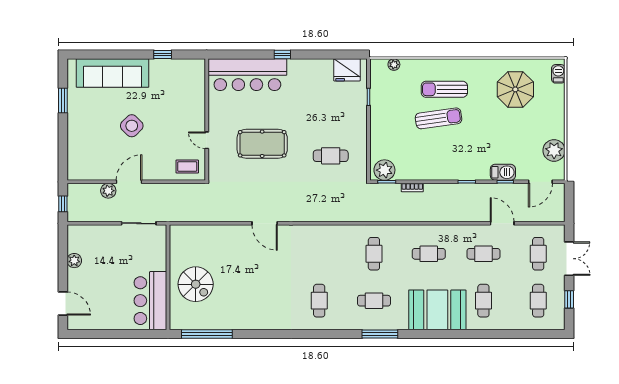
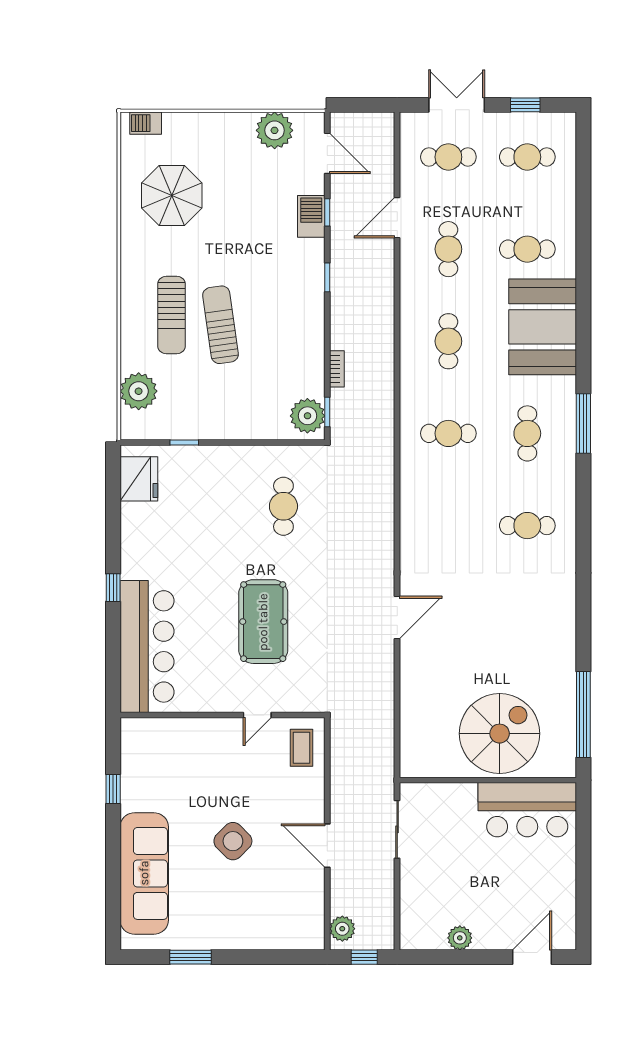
plant: (394, 65) -> (139, 391), width x1.88, depth x1.88
plant: (108, 191) -> (342, 929), moved
spiral stairs: (196, 284) -> (500, 734), width x1.37, depth x1.37

